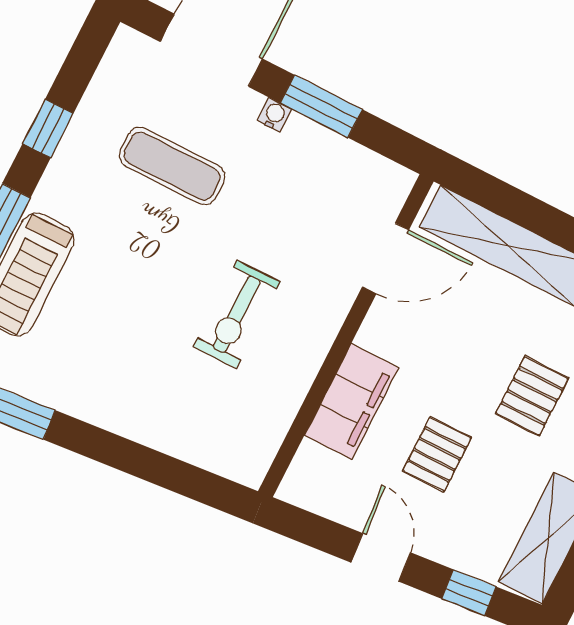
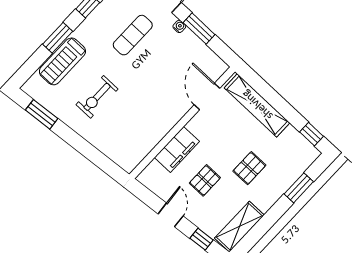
exercise mat: (172, 166) -> (133, 35), turned 90
door: (386, 258) -> (207, 96), swing flipped
exercise bike: (237, 314) -> (97, 97), moved

